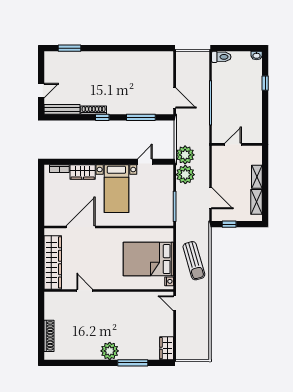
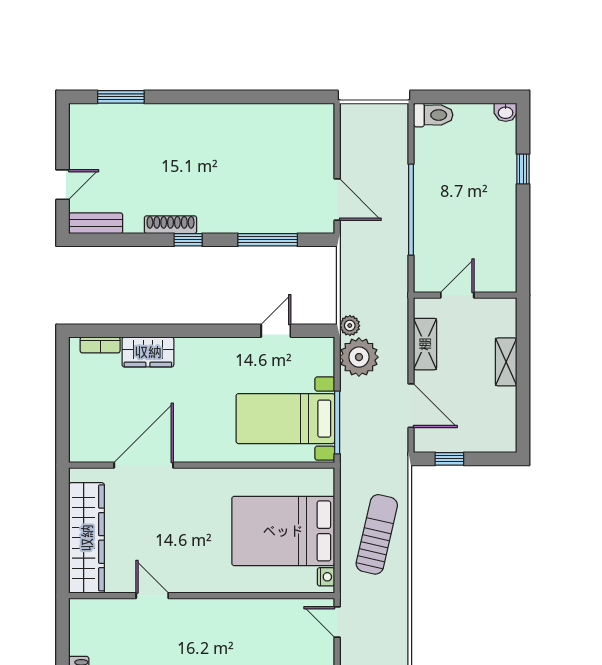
bench: (62, 109) -> (96, 223), width x0.73
plant: (185, 155) -> (350, 326), width x0.53, depth x0.53
bed with nightstands: (116, 189) -> (285, 419), moved, turned 90
shelving: (256, 202) -> (425, 344), moved
sun lounger: (194, 261) -> (377, 534), turned -151

